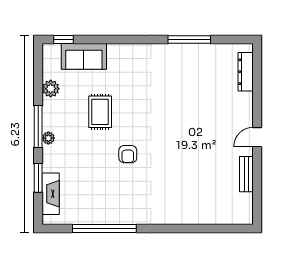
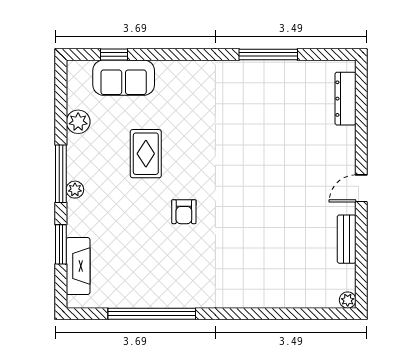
window: (64, 40) -> (114, 54), moved
plant: (247, 219) -> (348, 300), added

